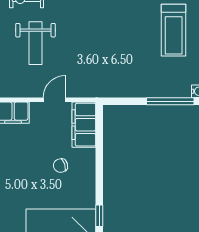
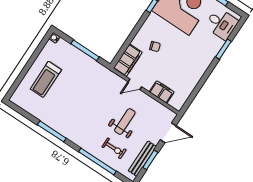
treadmill: (174, 30) -> (46, 79), turned 180
window: (170, 101) -> (85, 50), moved

